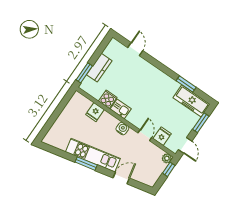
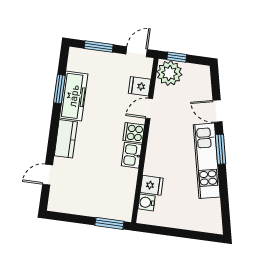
kitchen counter: (99, 68) -> (66, 139), moved, turned 90
cooker: (108, 99) -> (134, 133), moved
freezer: (192, 101) -> (74, 96), moved
water cooler: (122, 129) -> (146, 202), moved
plant: (167, 158) -> (169, 73), width x1.88, depth x1.88
window: (86, 164) -> (220, 149), moved

